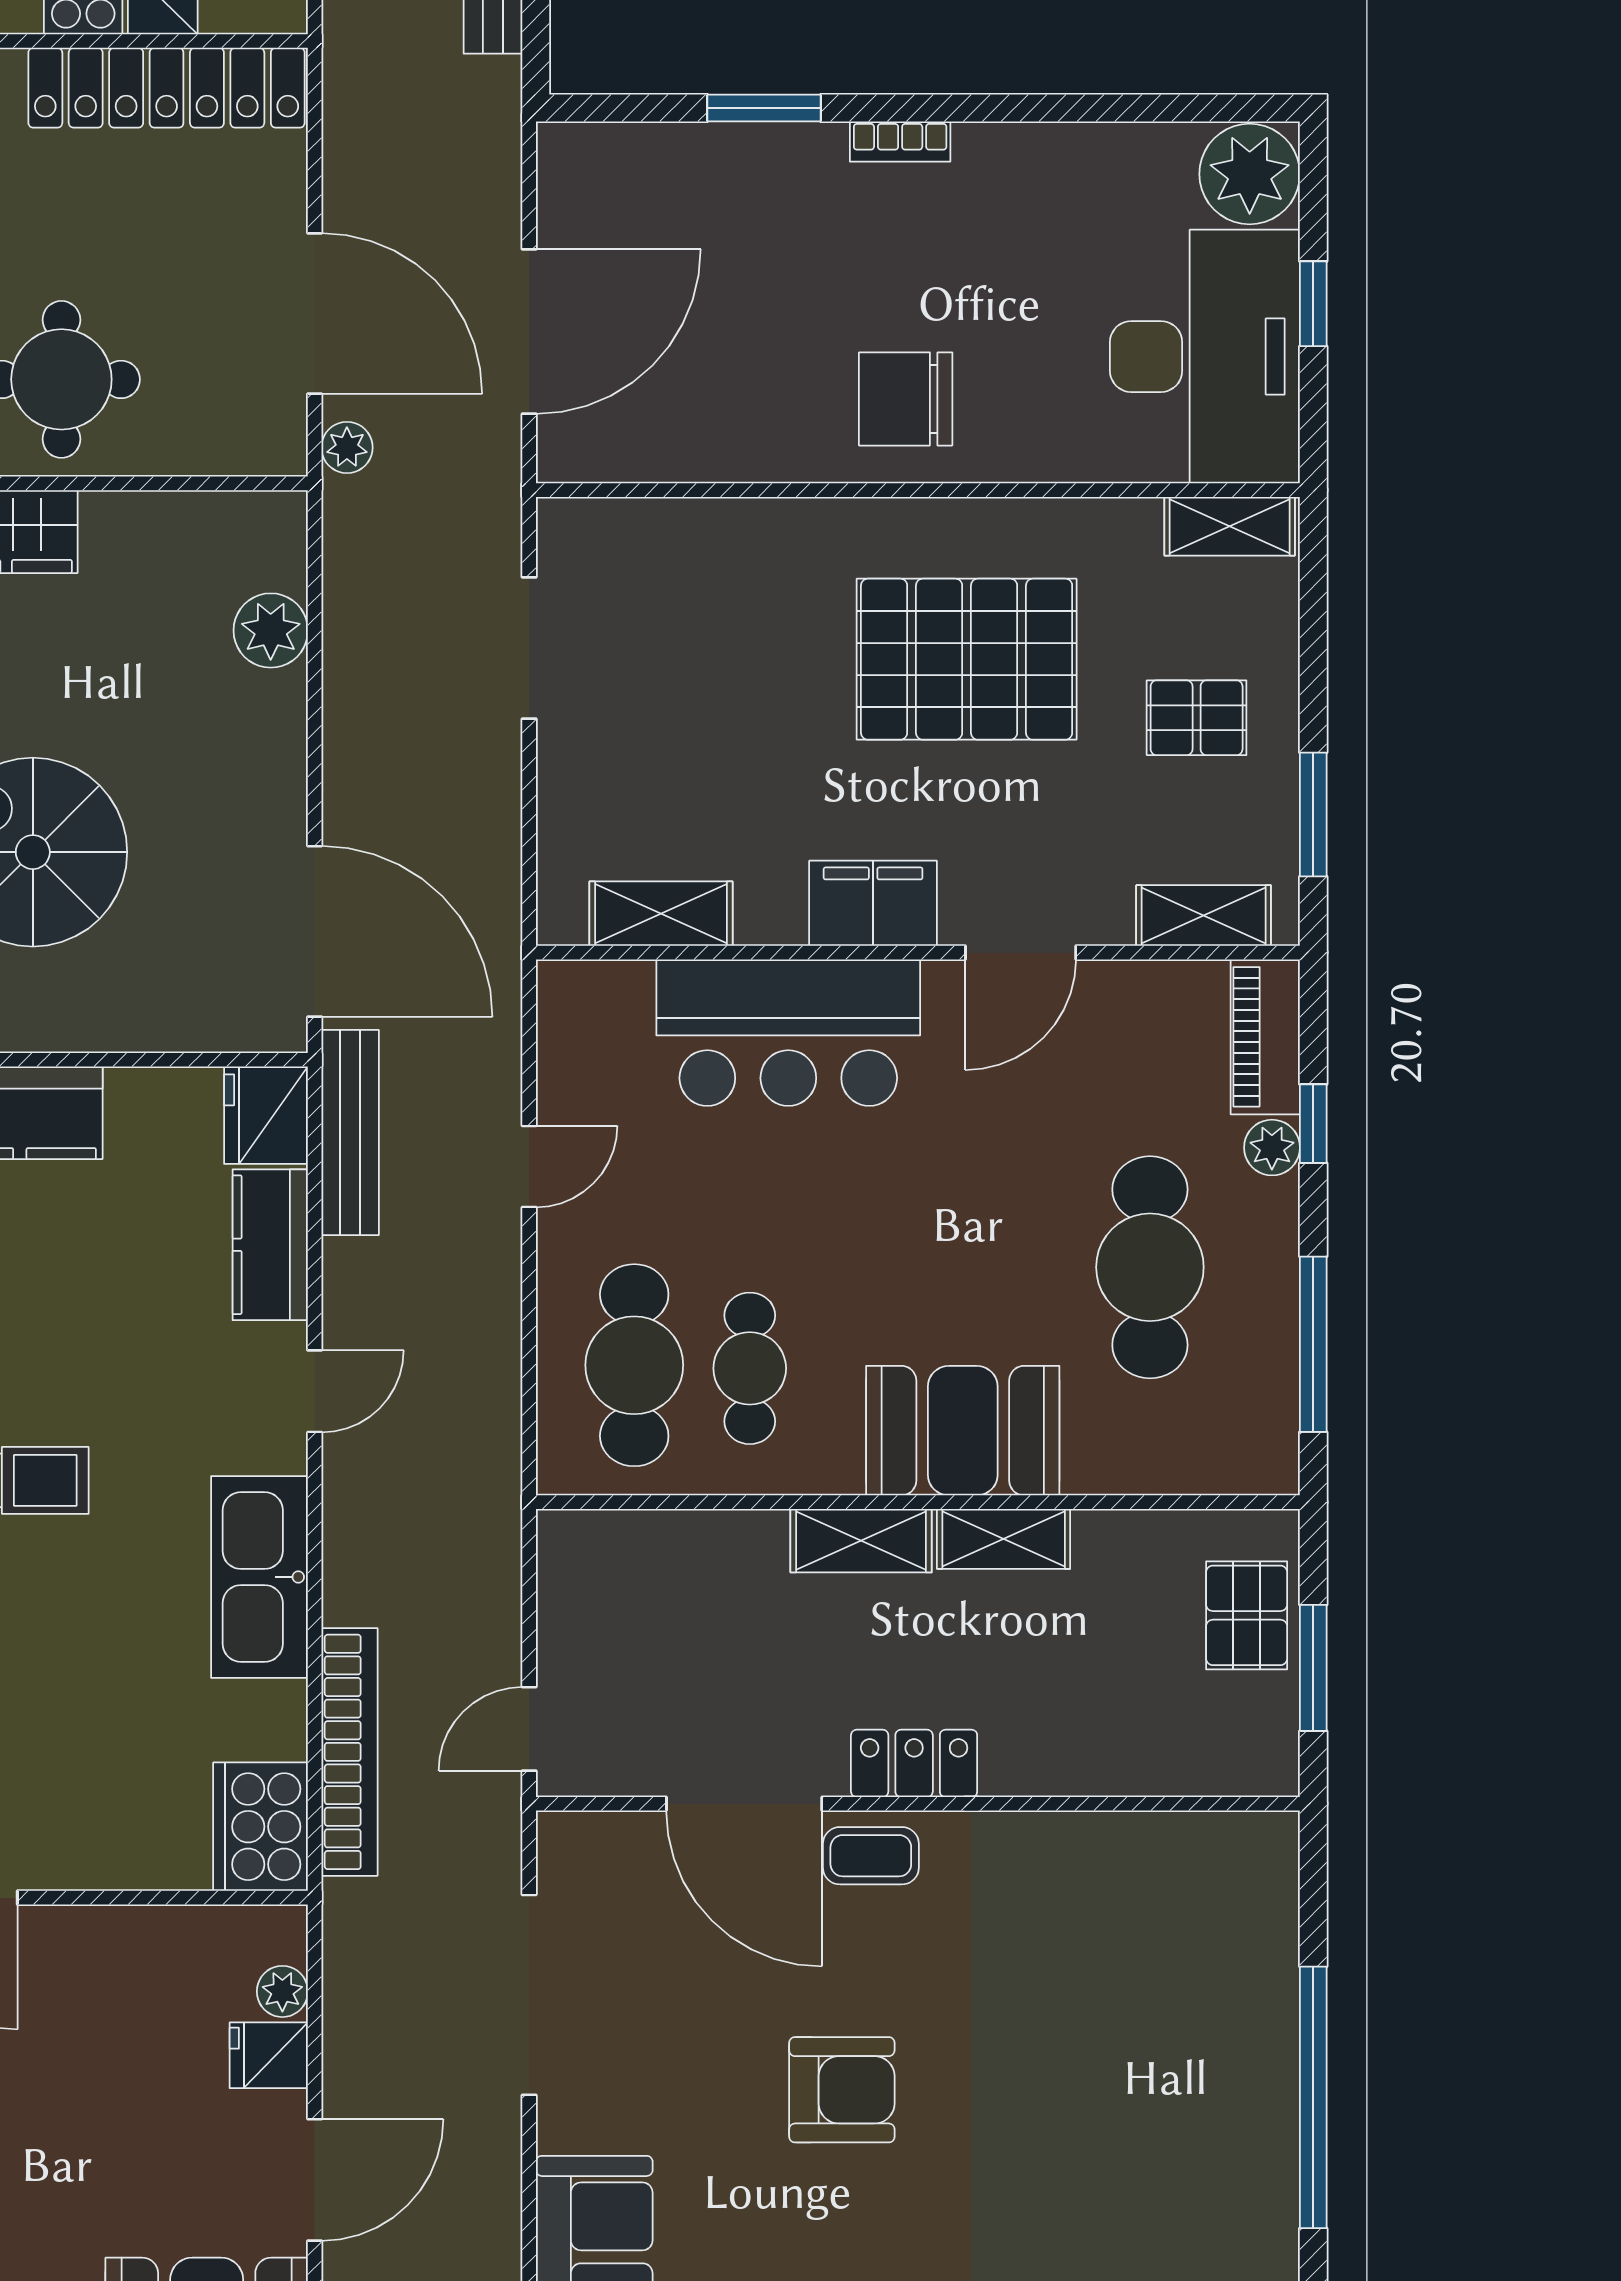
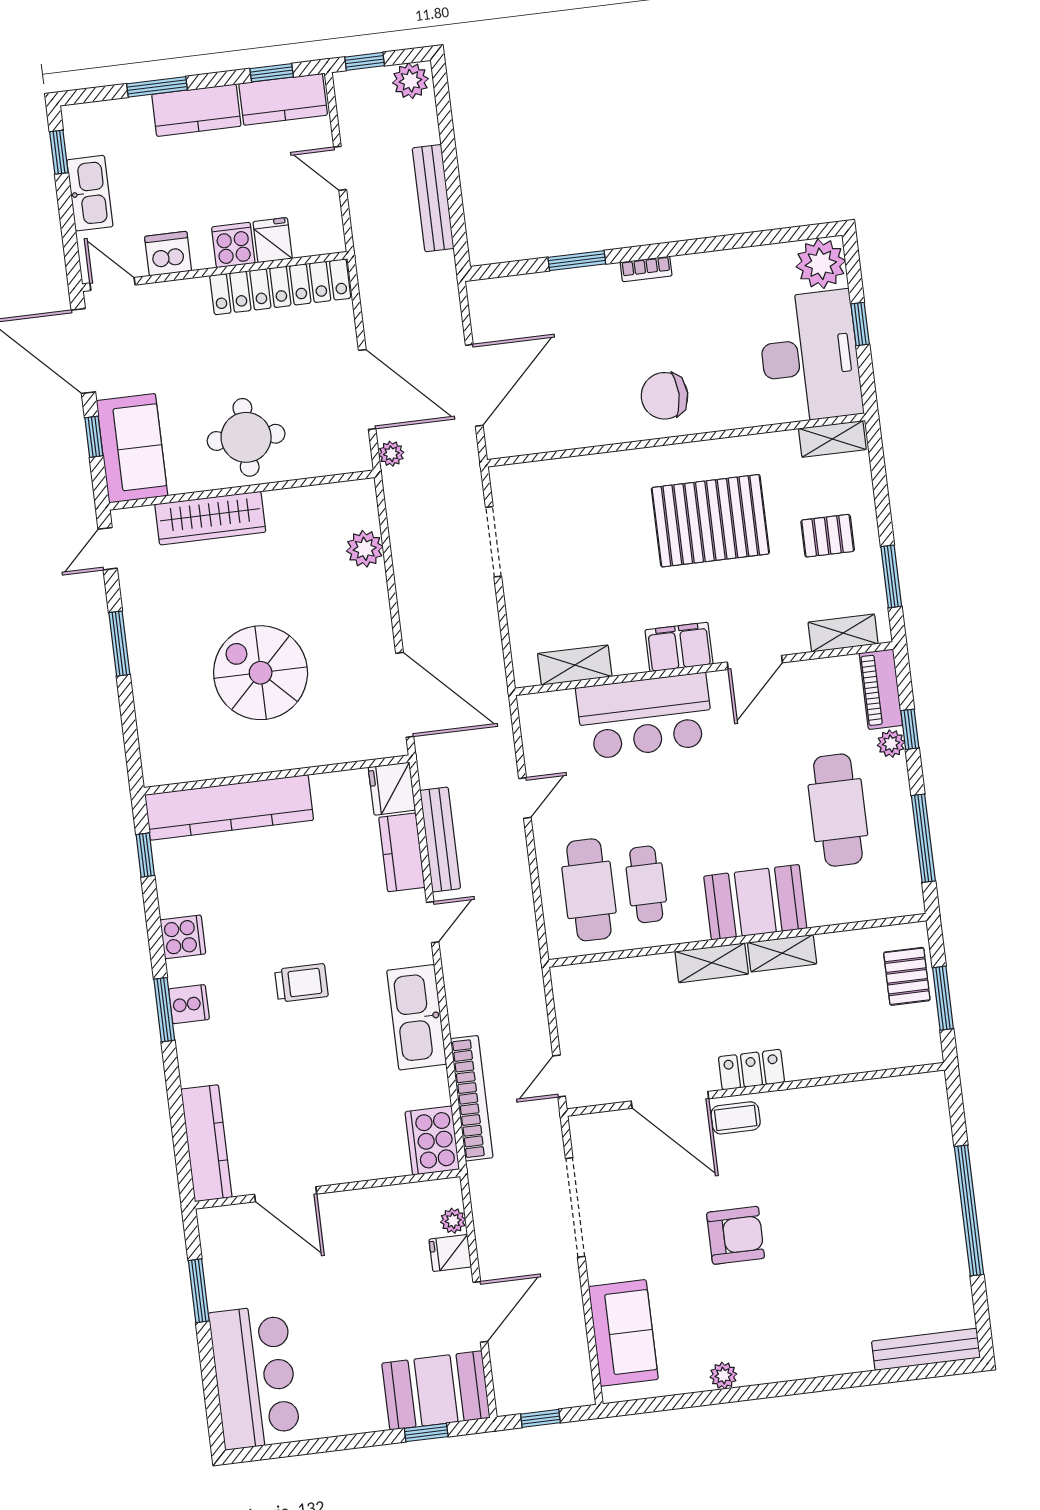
bench: (350, 1133) -> (440, 839), moved

